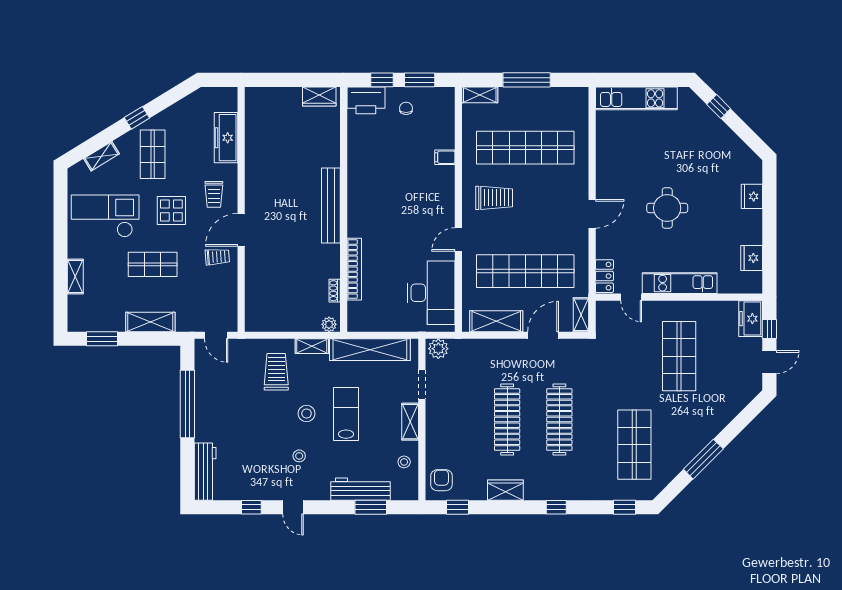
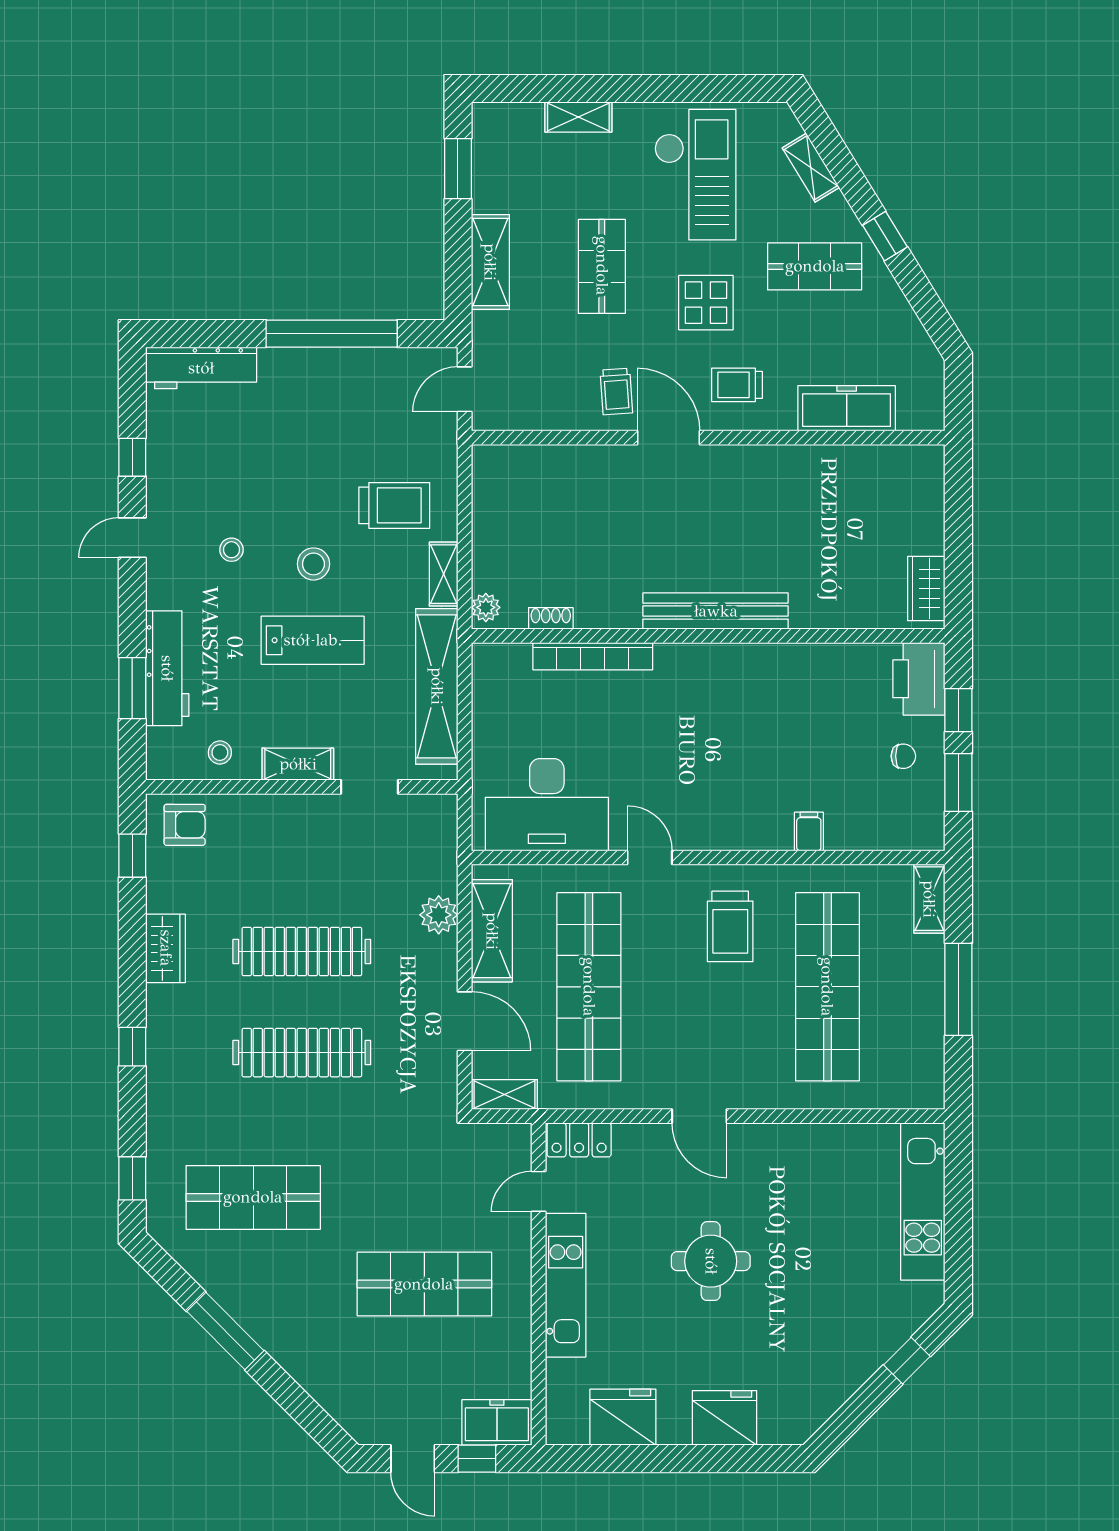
fridge: (752, 196) -> (724, 1418), width x1.36, depth x1.34
fridge: (752, 258) -> (623, 1417), width x1.36, depth x1.34
plant: (438, 349) -> (439, 915), moved

